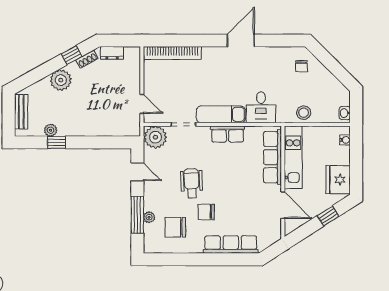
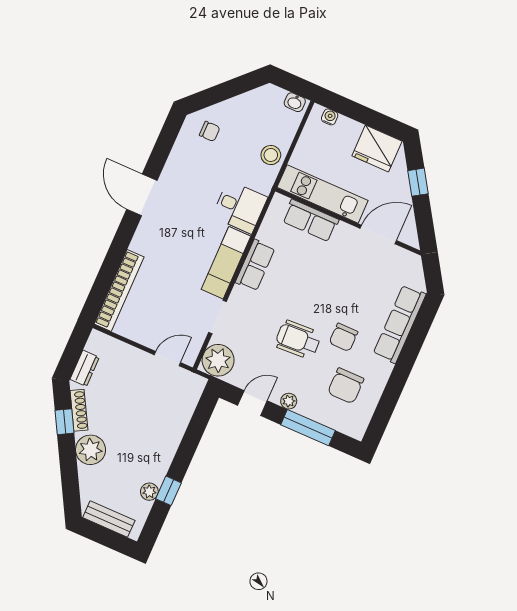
shoe rack: (87, 59) -> (79, 410), width x1.43
row of seats: (272, 157) -> (310, 220), width x0.68
plant: (149, 217) -> (289, 401), moved

